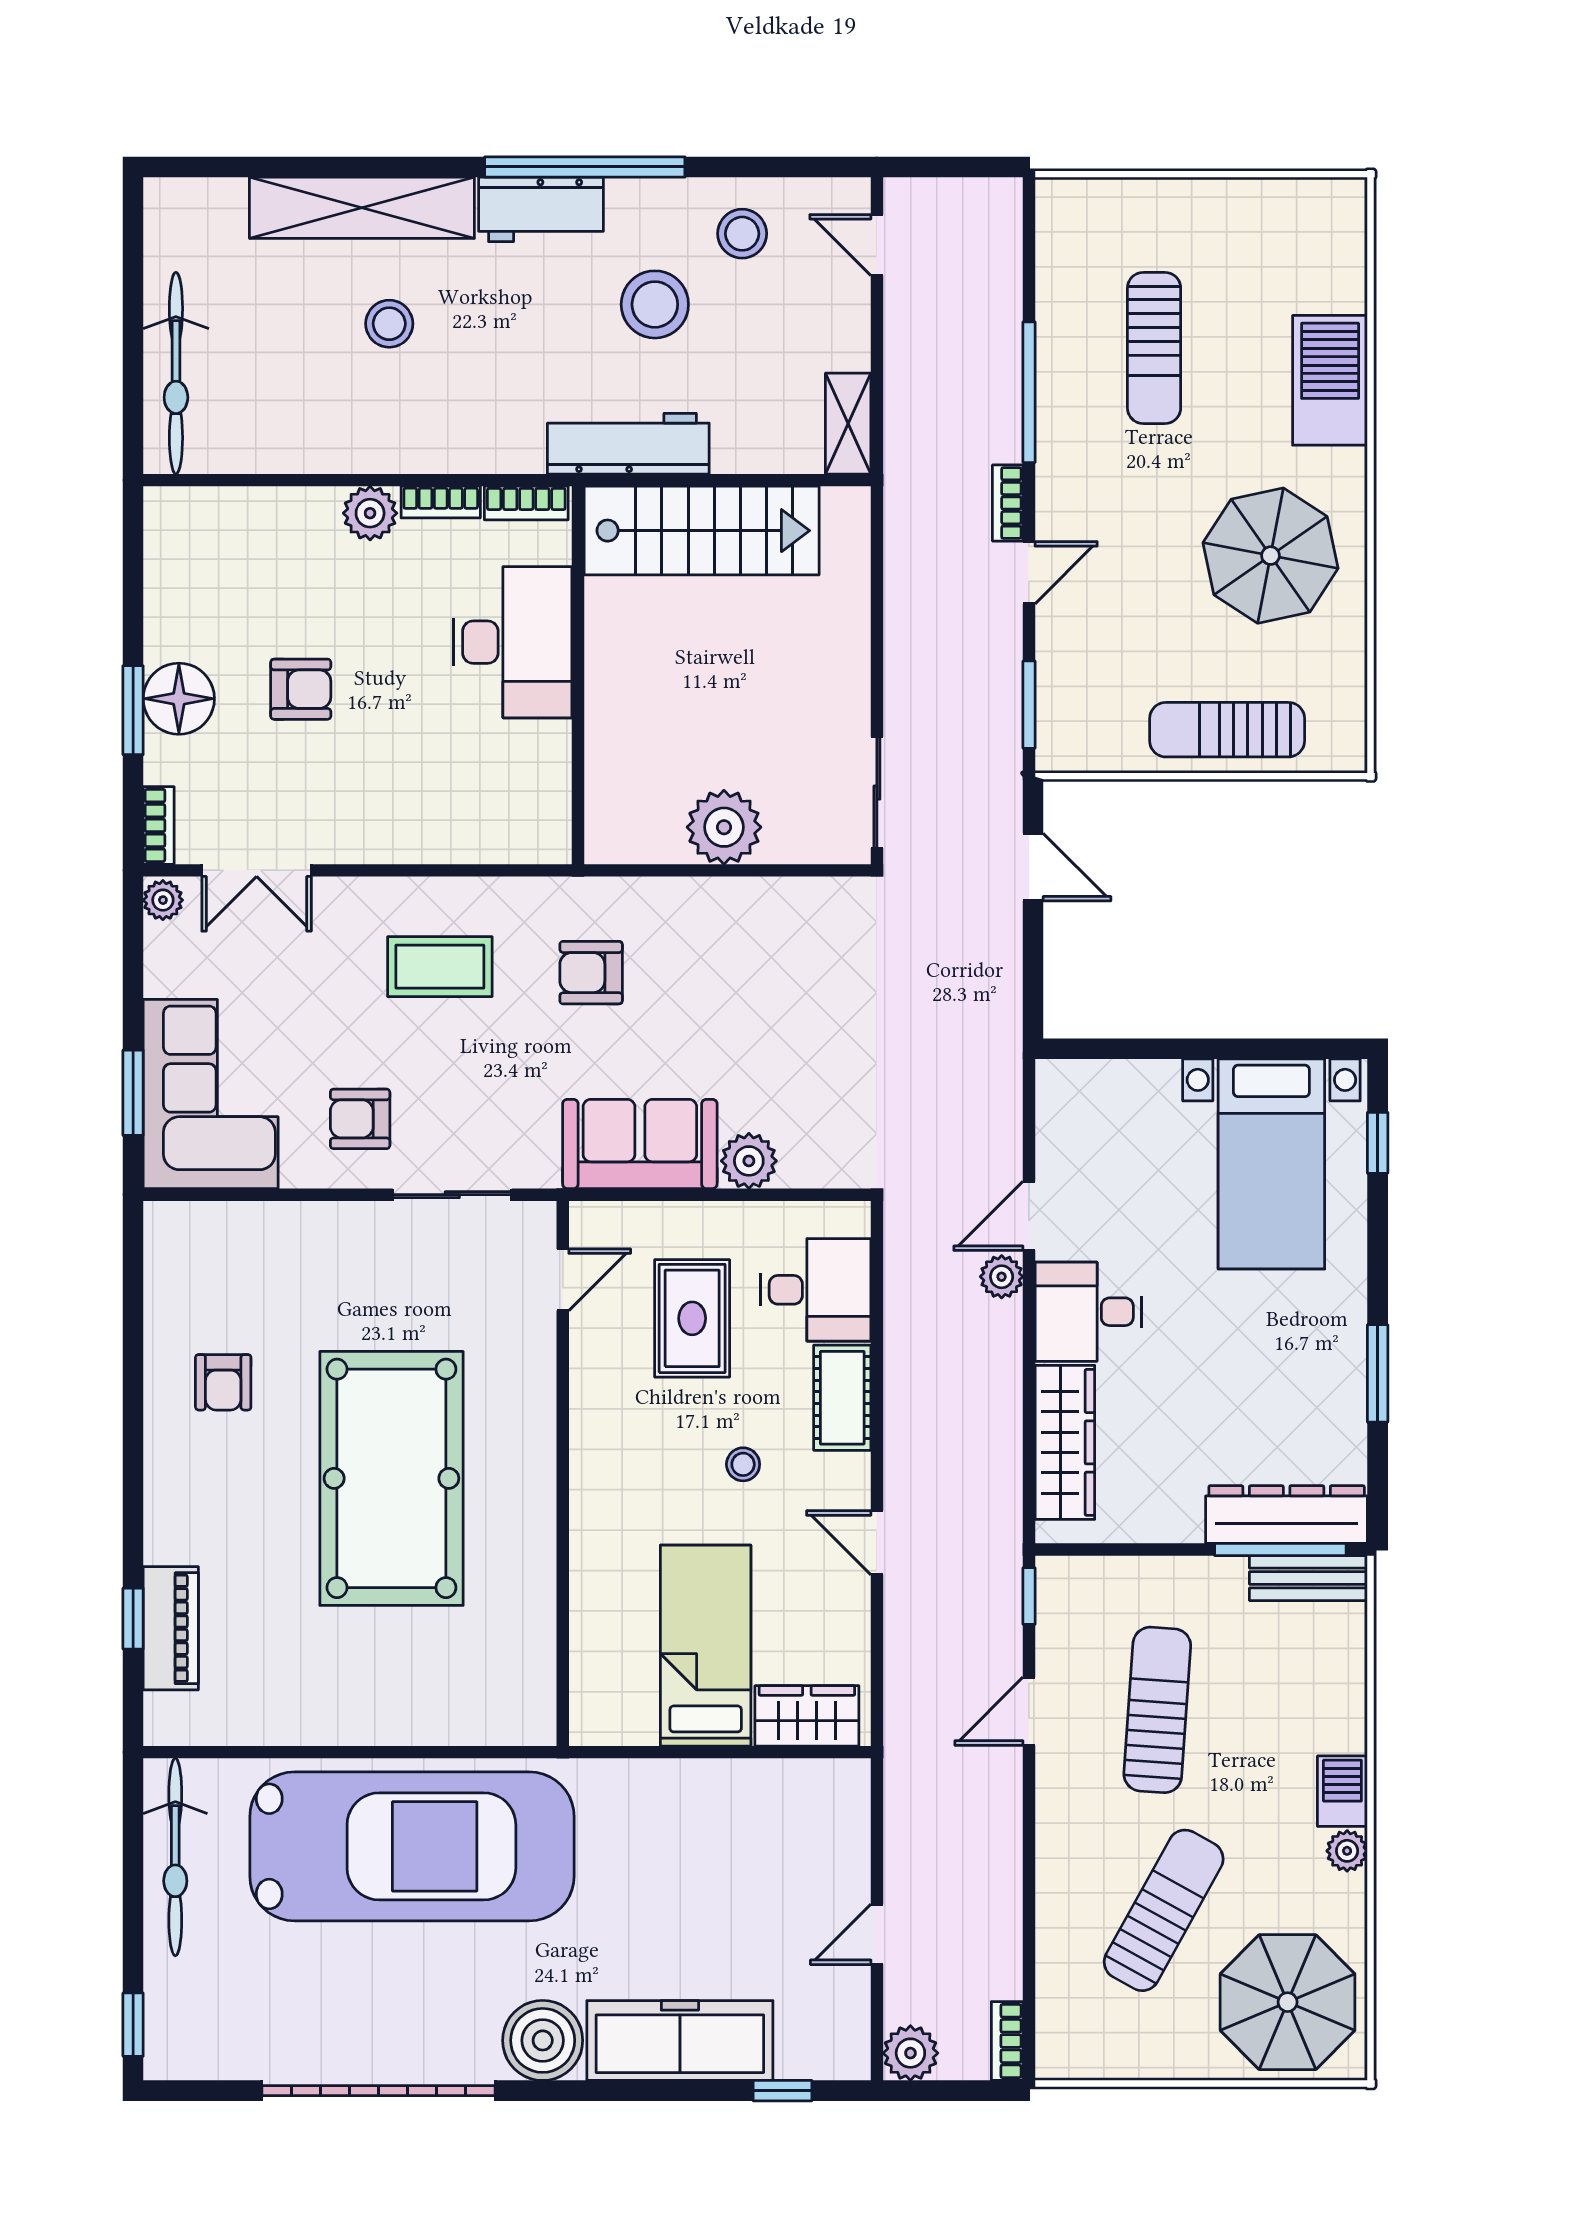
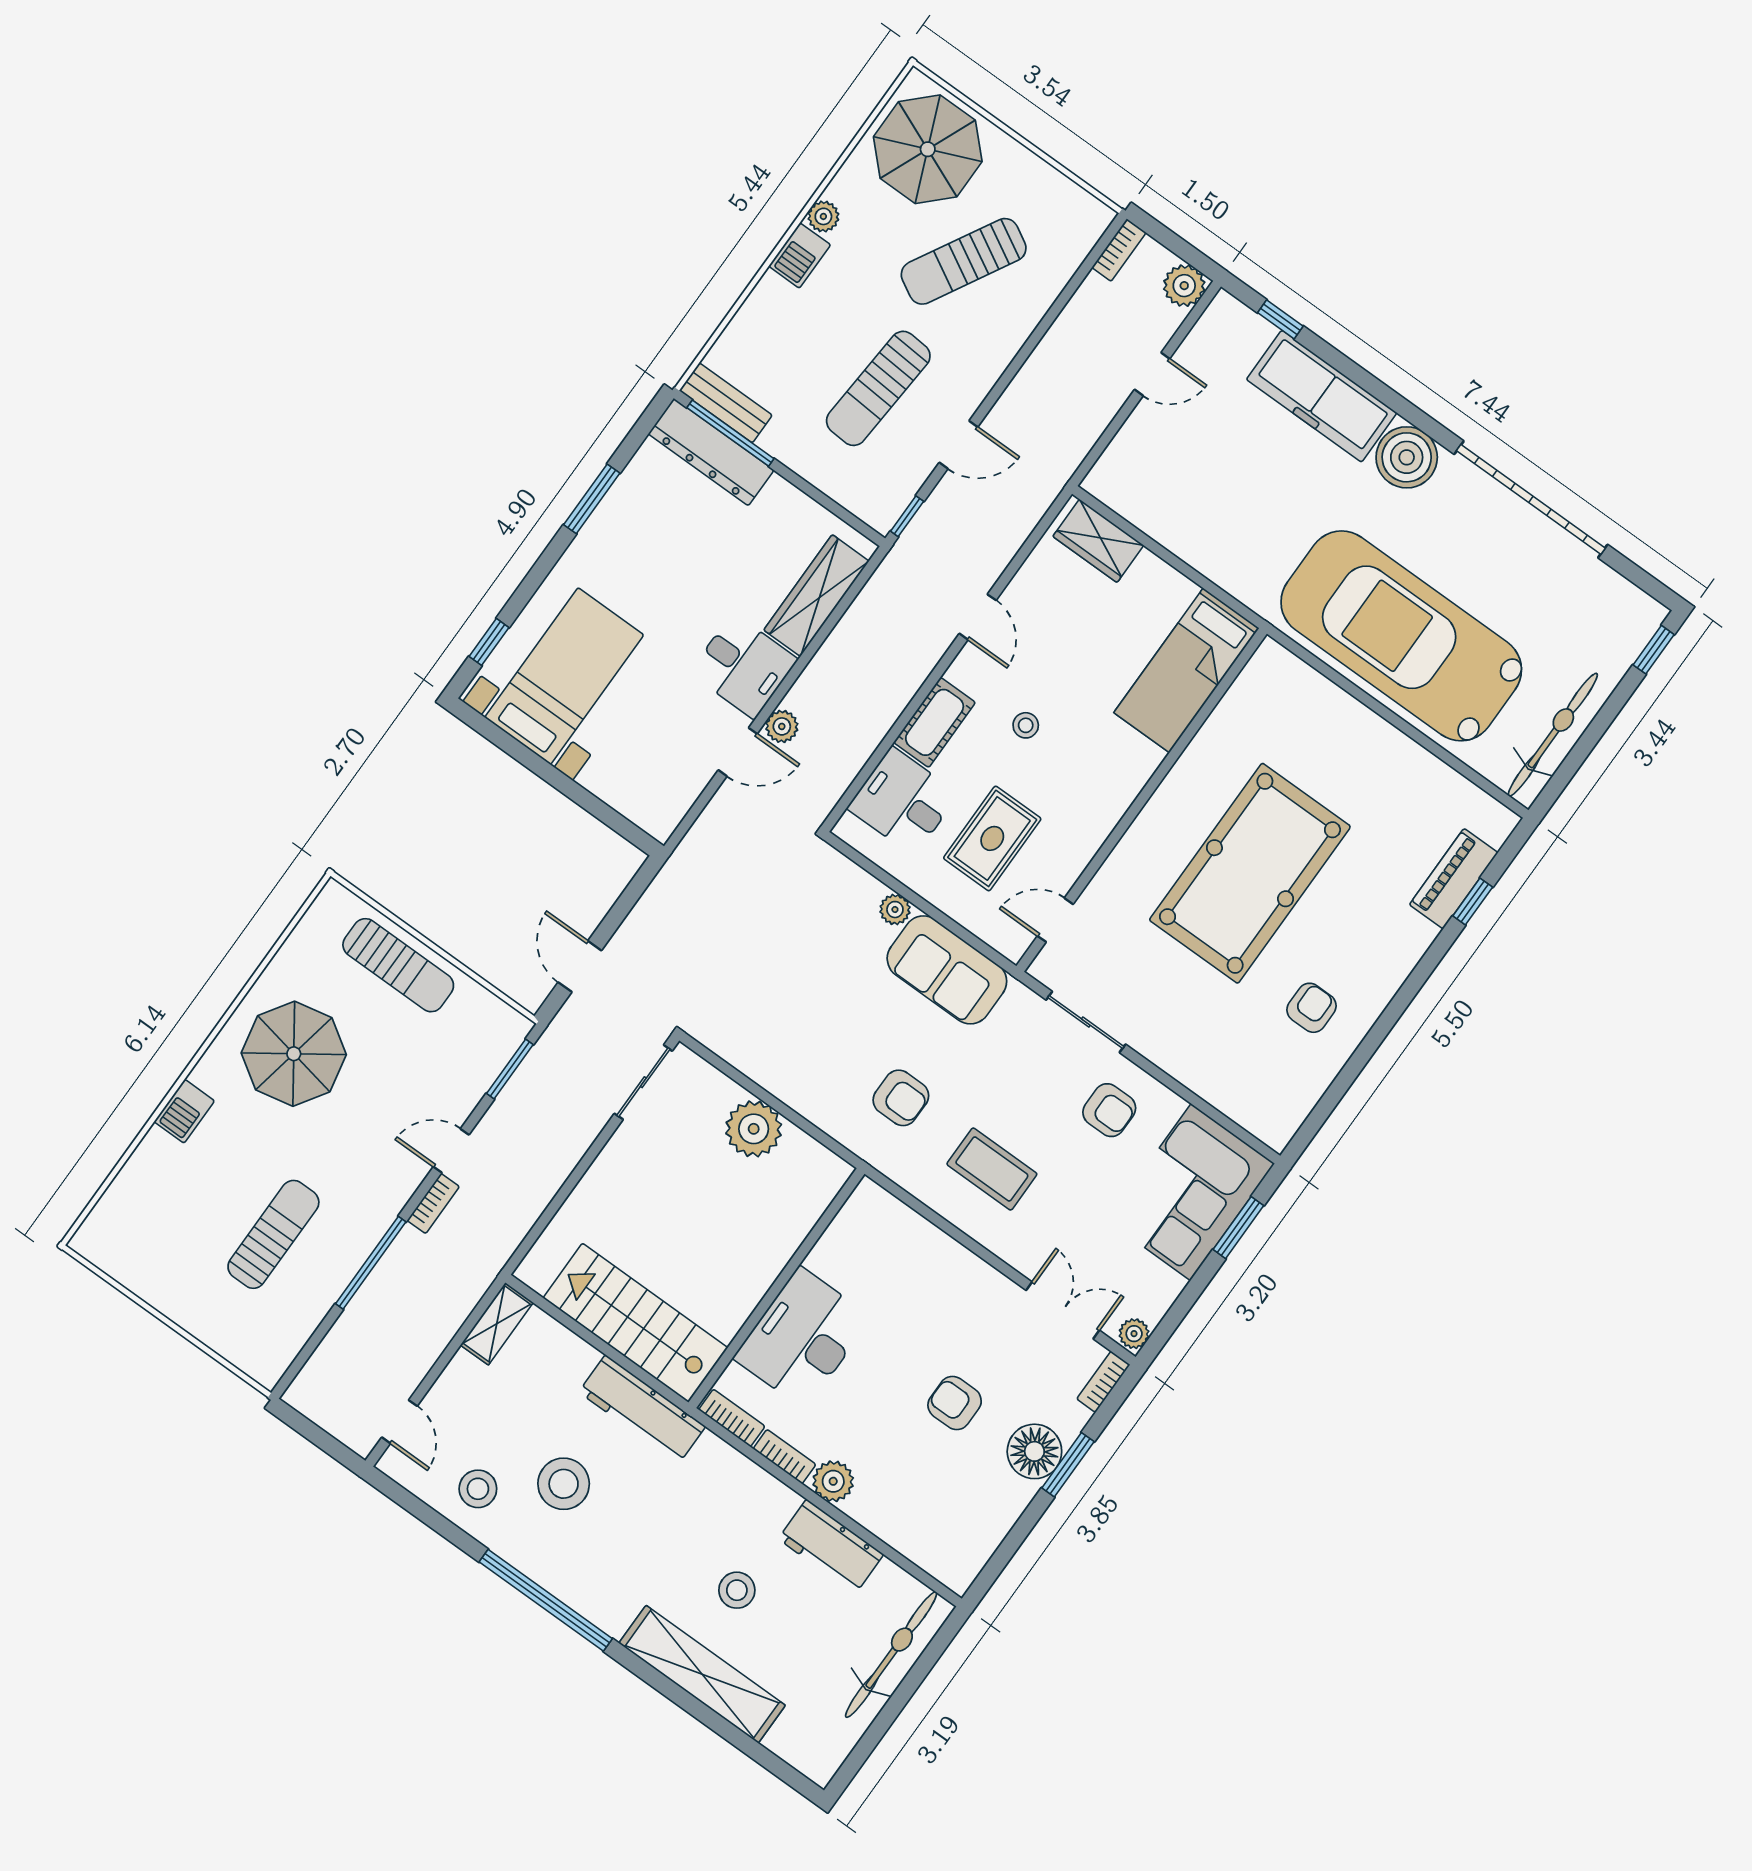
workbench: (541, 209) -> (831, 1547), moved, turned 180
barbecue: (1330, 380) -> (184, 1111), width x0.53, depth x0.65
plant: (749, 1161) -> (895, 910), width x0.73, depth x0.73
bed: (706, 1646) -> (1186, 670), moved

